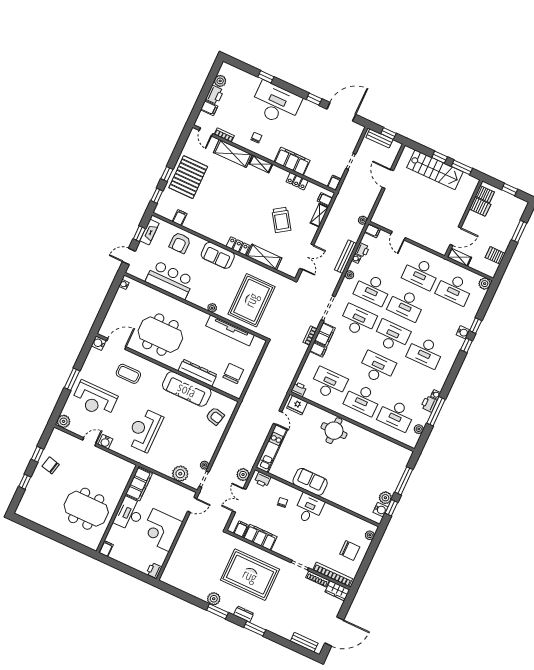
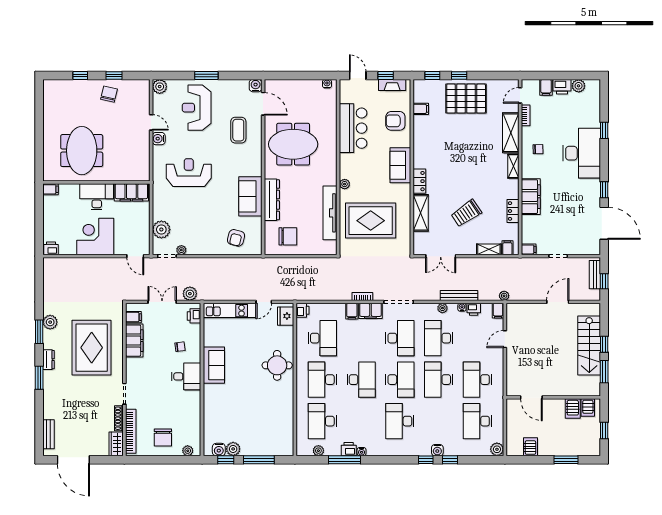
shelving: (459, 257) -> (512, 411), removed
meeting table: (160, 335) -> (293, 144), turned 90
sofa: (187, 389) -> (250, 196), width x0.73

